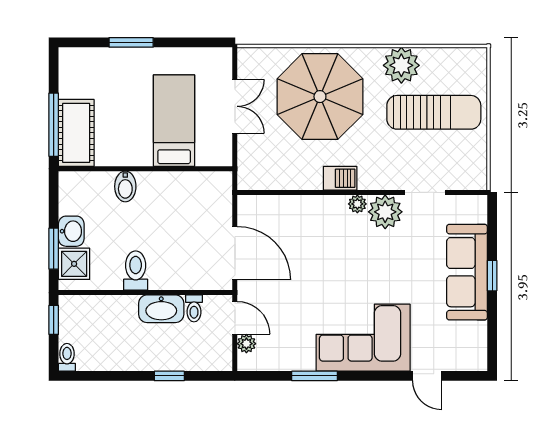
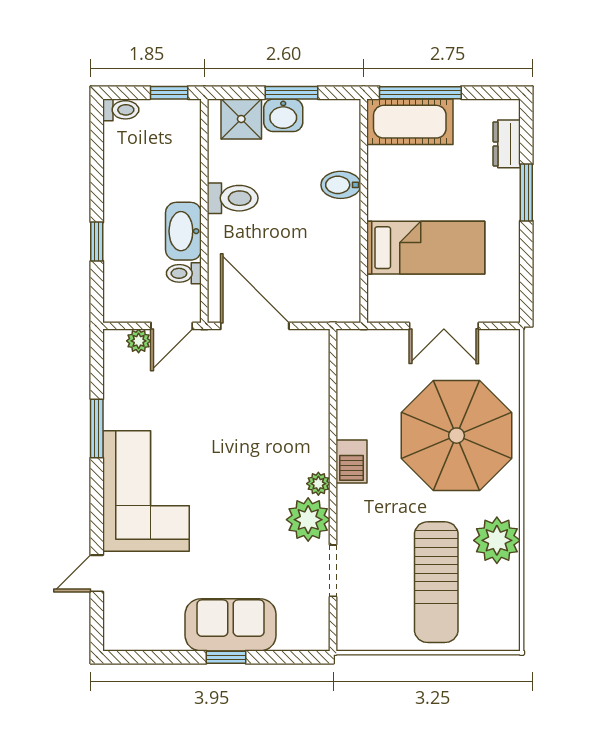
dresser: (93, 58) -> (507, 144), added
window: (54, 249) -> (291, 93), moved
door: (235, 253) -> (255, 326), swing flipped
sofa: (467, 272) -> (231, 625), width x0.73

